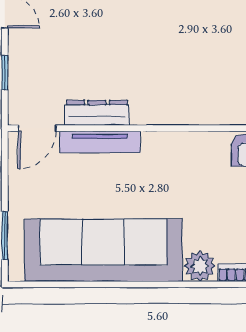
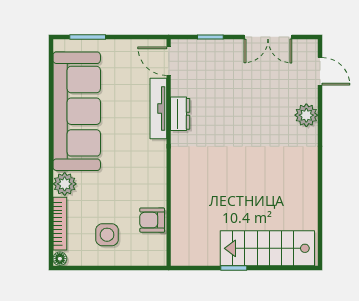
dresser: (97, 113) -> (180, 114), width x0.70

